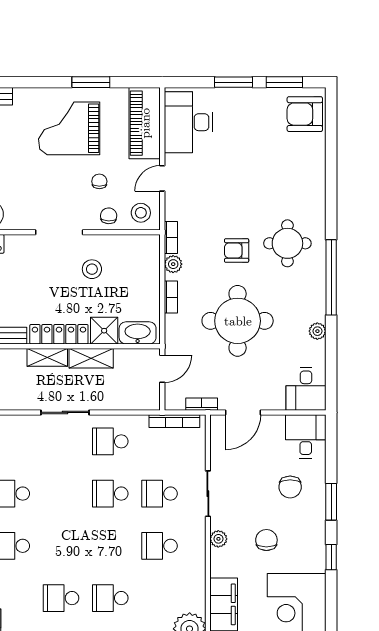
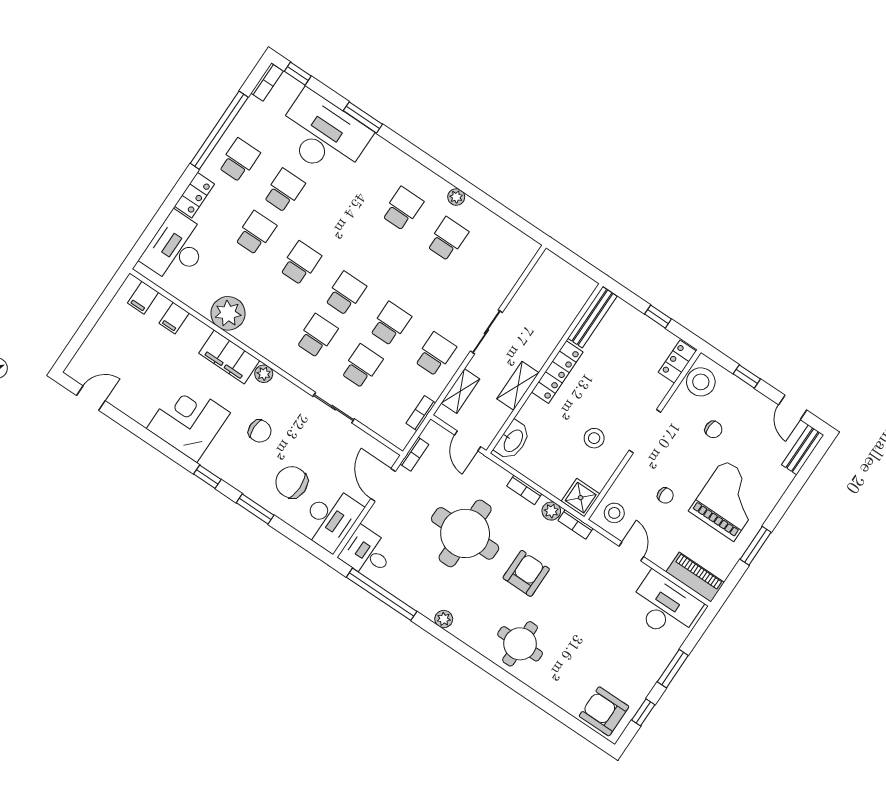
window: (284, 82) -> (643, 712), width x0.67
armchair: (305, 114) -> (604, 711), turned -90
piano: (145, 123) -> (695, 577), width x0.73, depth x0.75
chair: (109, 216) -> (713, 429), moved
round table: (287, 243) -> (520, 644), moved
armchair: (237, 251) -> (526, 573), width x1.38, depth x1.38
window: (331, 277) -> (382, 594), moved
shower: (104, 331) -> (581, 498), moved
plant: (317, 331) -> (444, 619), moved
shelving: (47, 357) -> (460, 391), moved
bookcase: (174, 421) -> (421, 413), width x0.64
desk: (306, 436) -> (331, 519), width x1.37
chair: (290, 487) -> (292, 482), width x1.37, depth x1.37
plant: (218, 539) -> (264, 374), moved
school desk: (61, 598) -> (345, 293), moved

